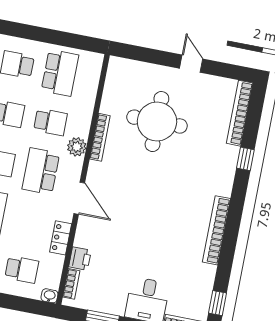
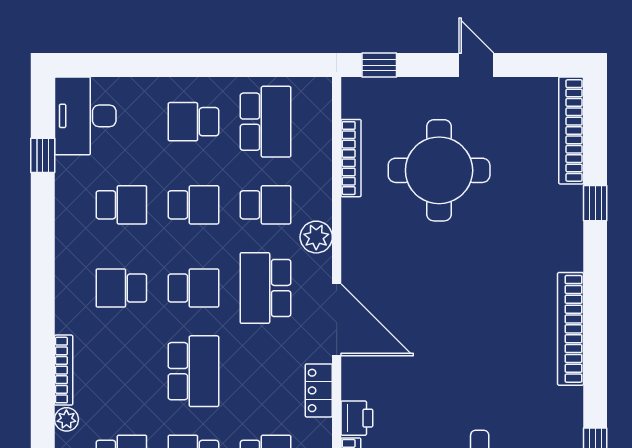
window: (134, 52) -> (379, 65), added
bookcase: (100, 137) -> (351, 158), moved
door: (79, 198) -> (337, 320), width x1.36

